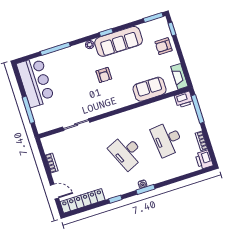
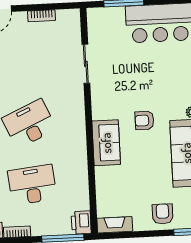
sofa: (150, 89) -> (106, 143), moved

